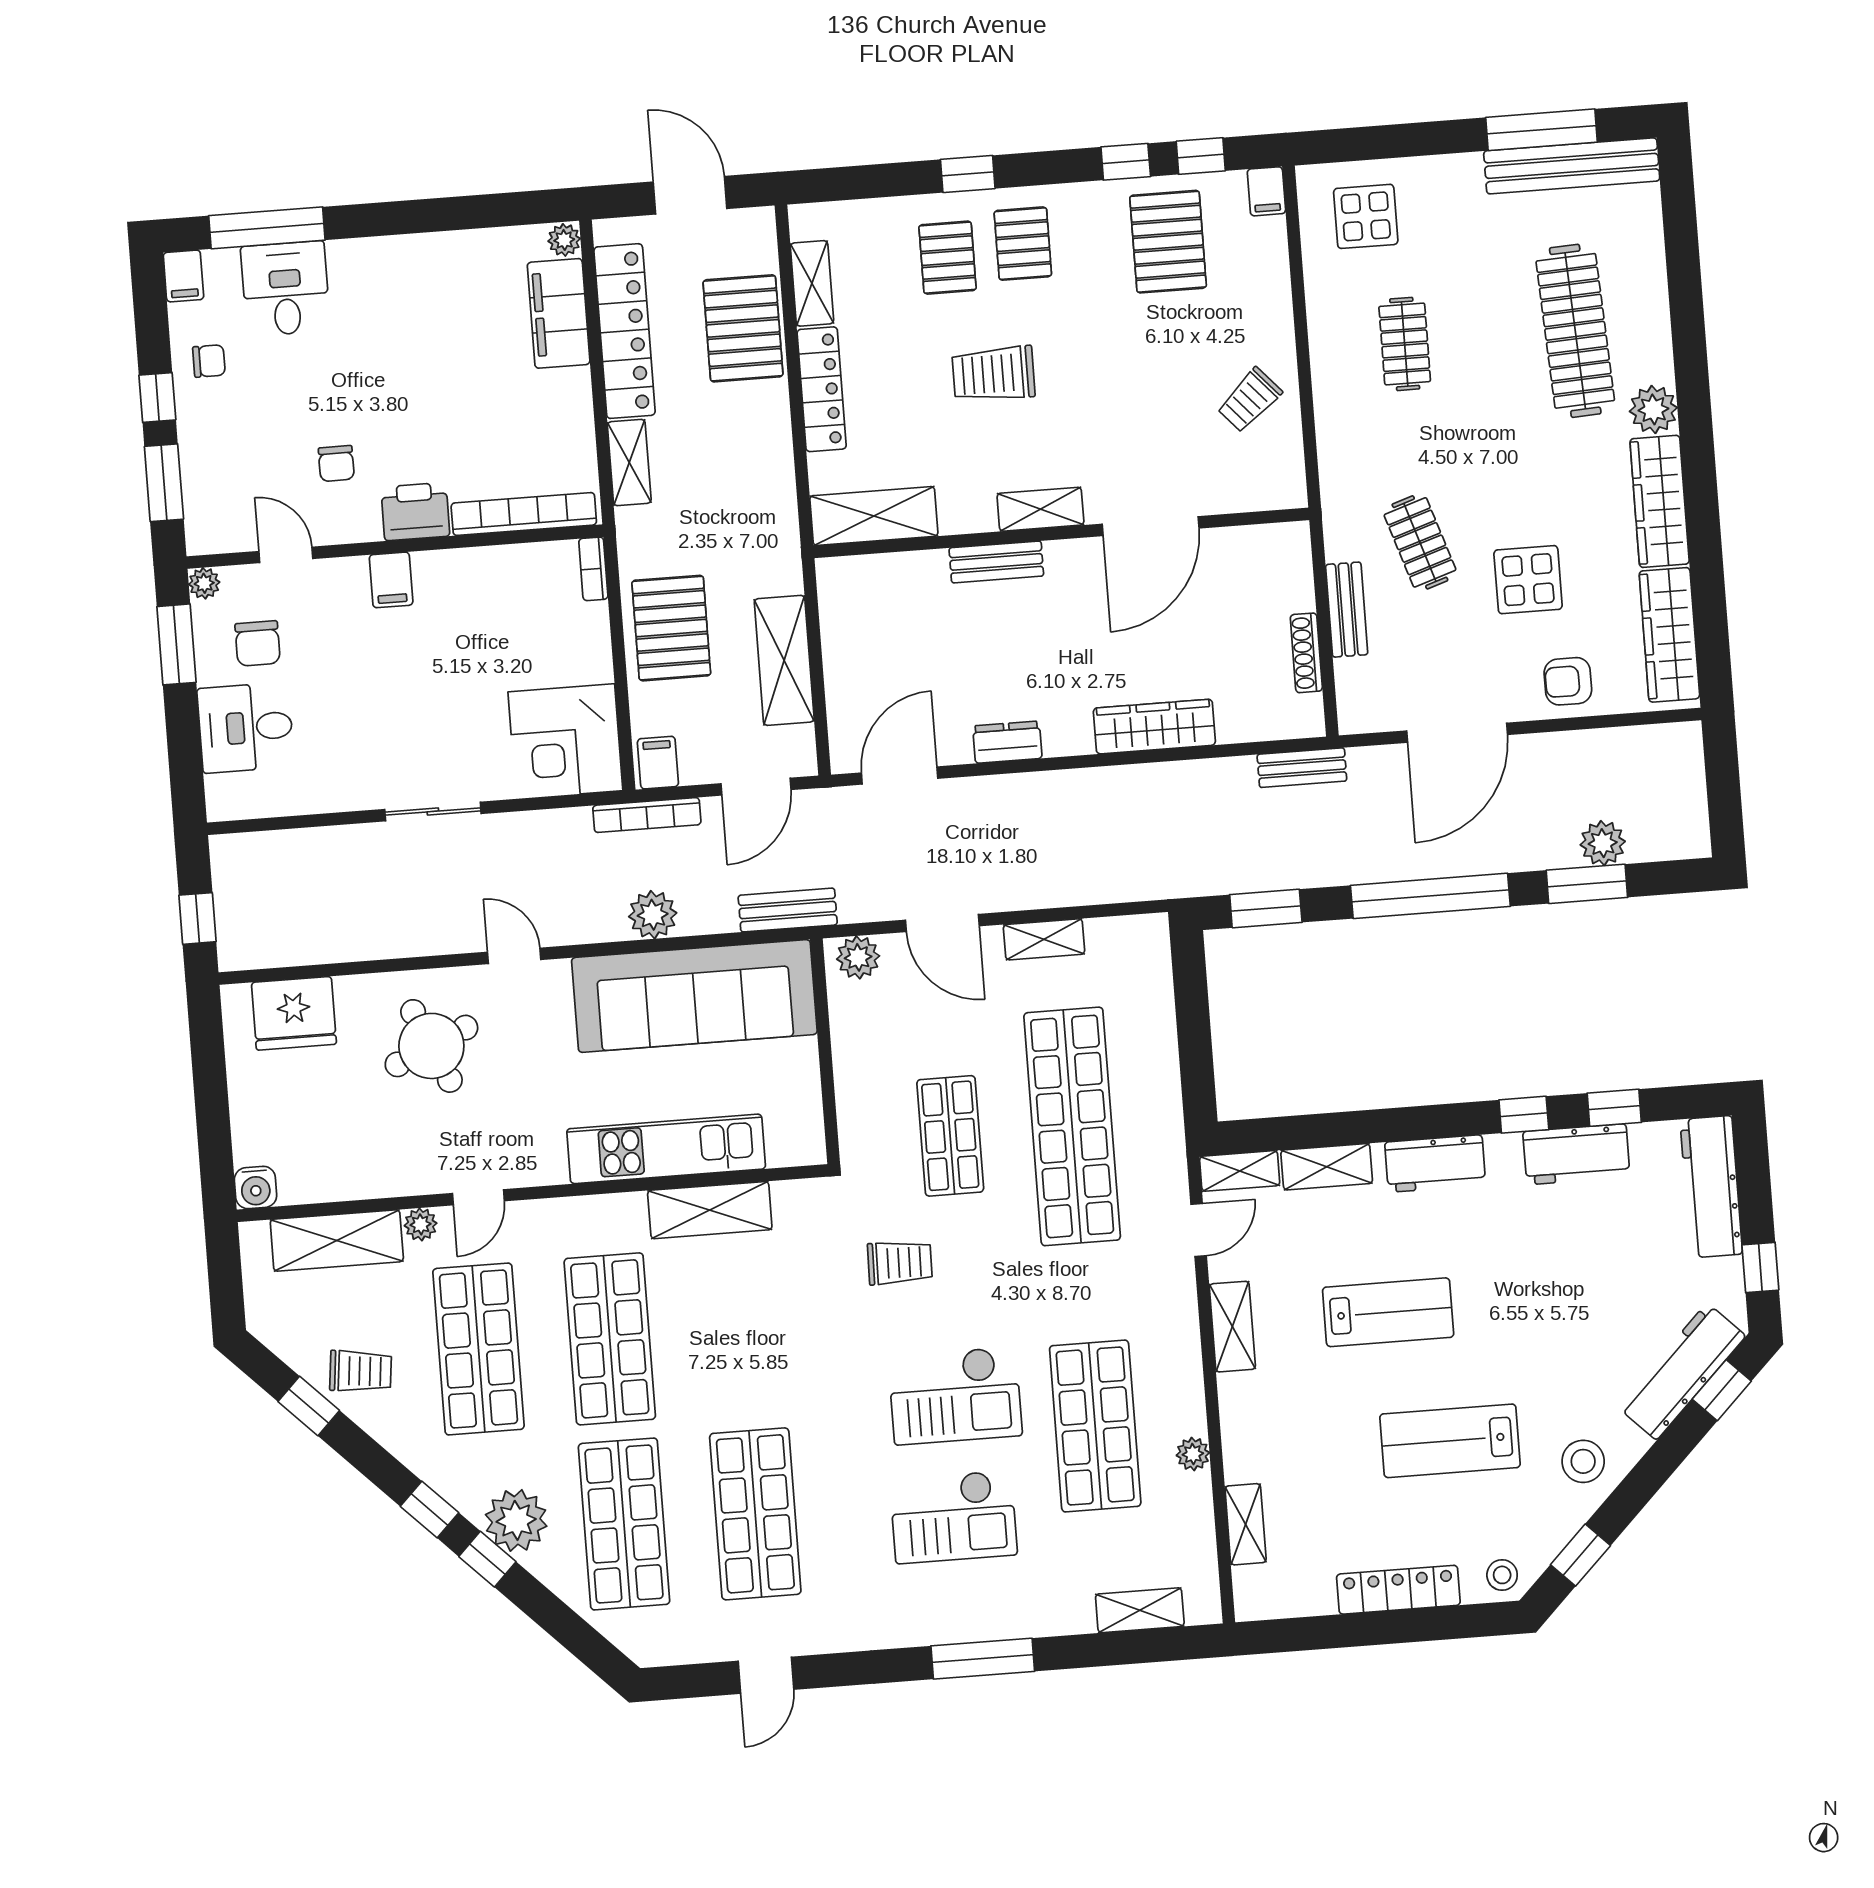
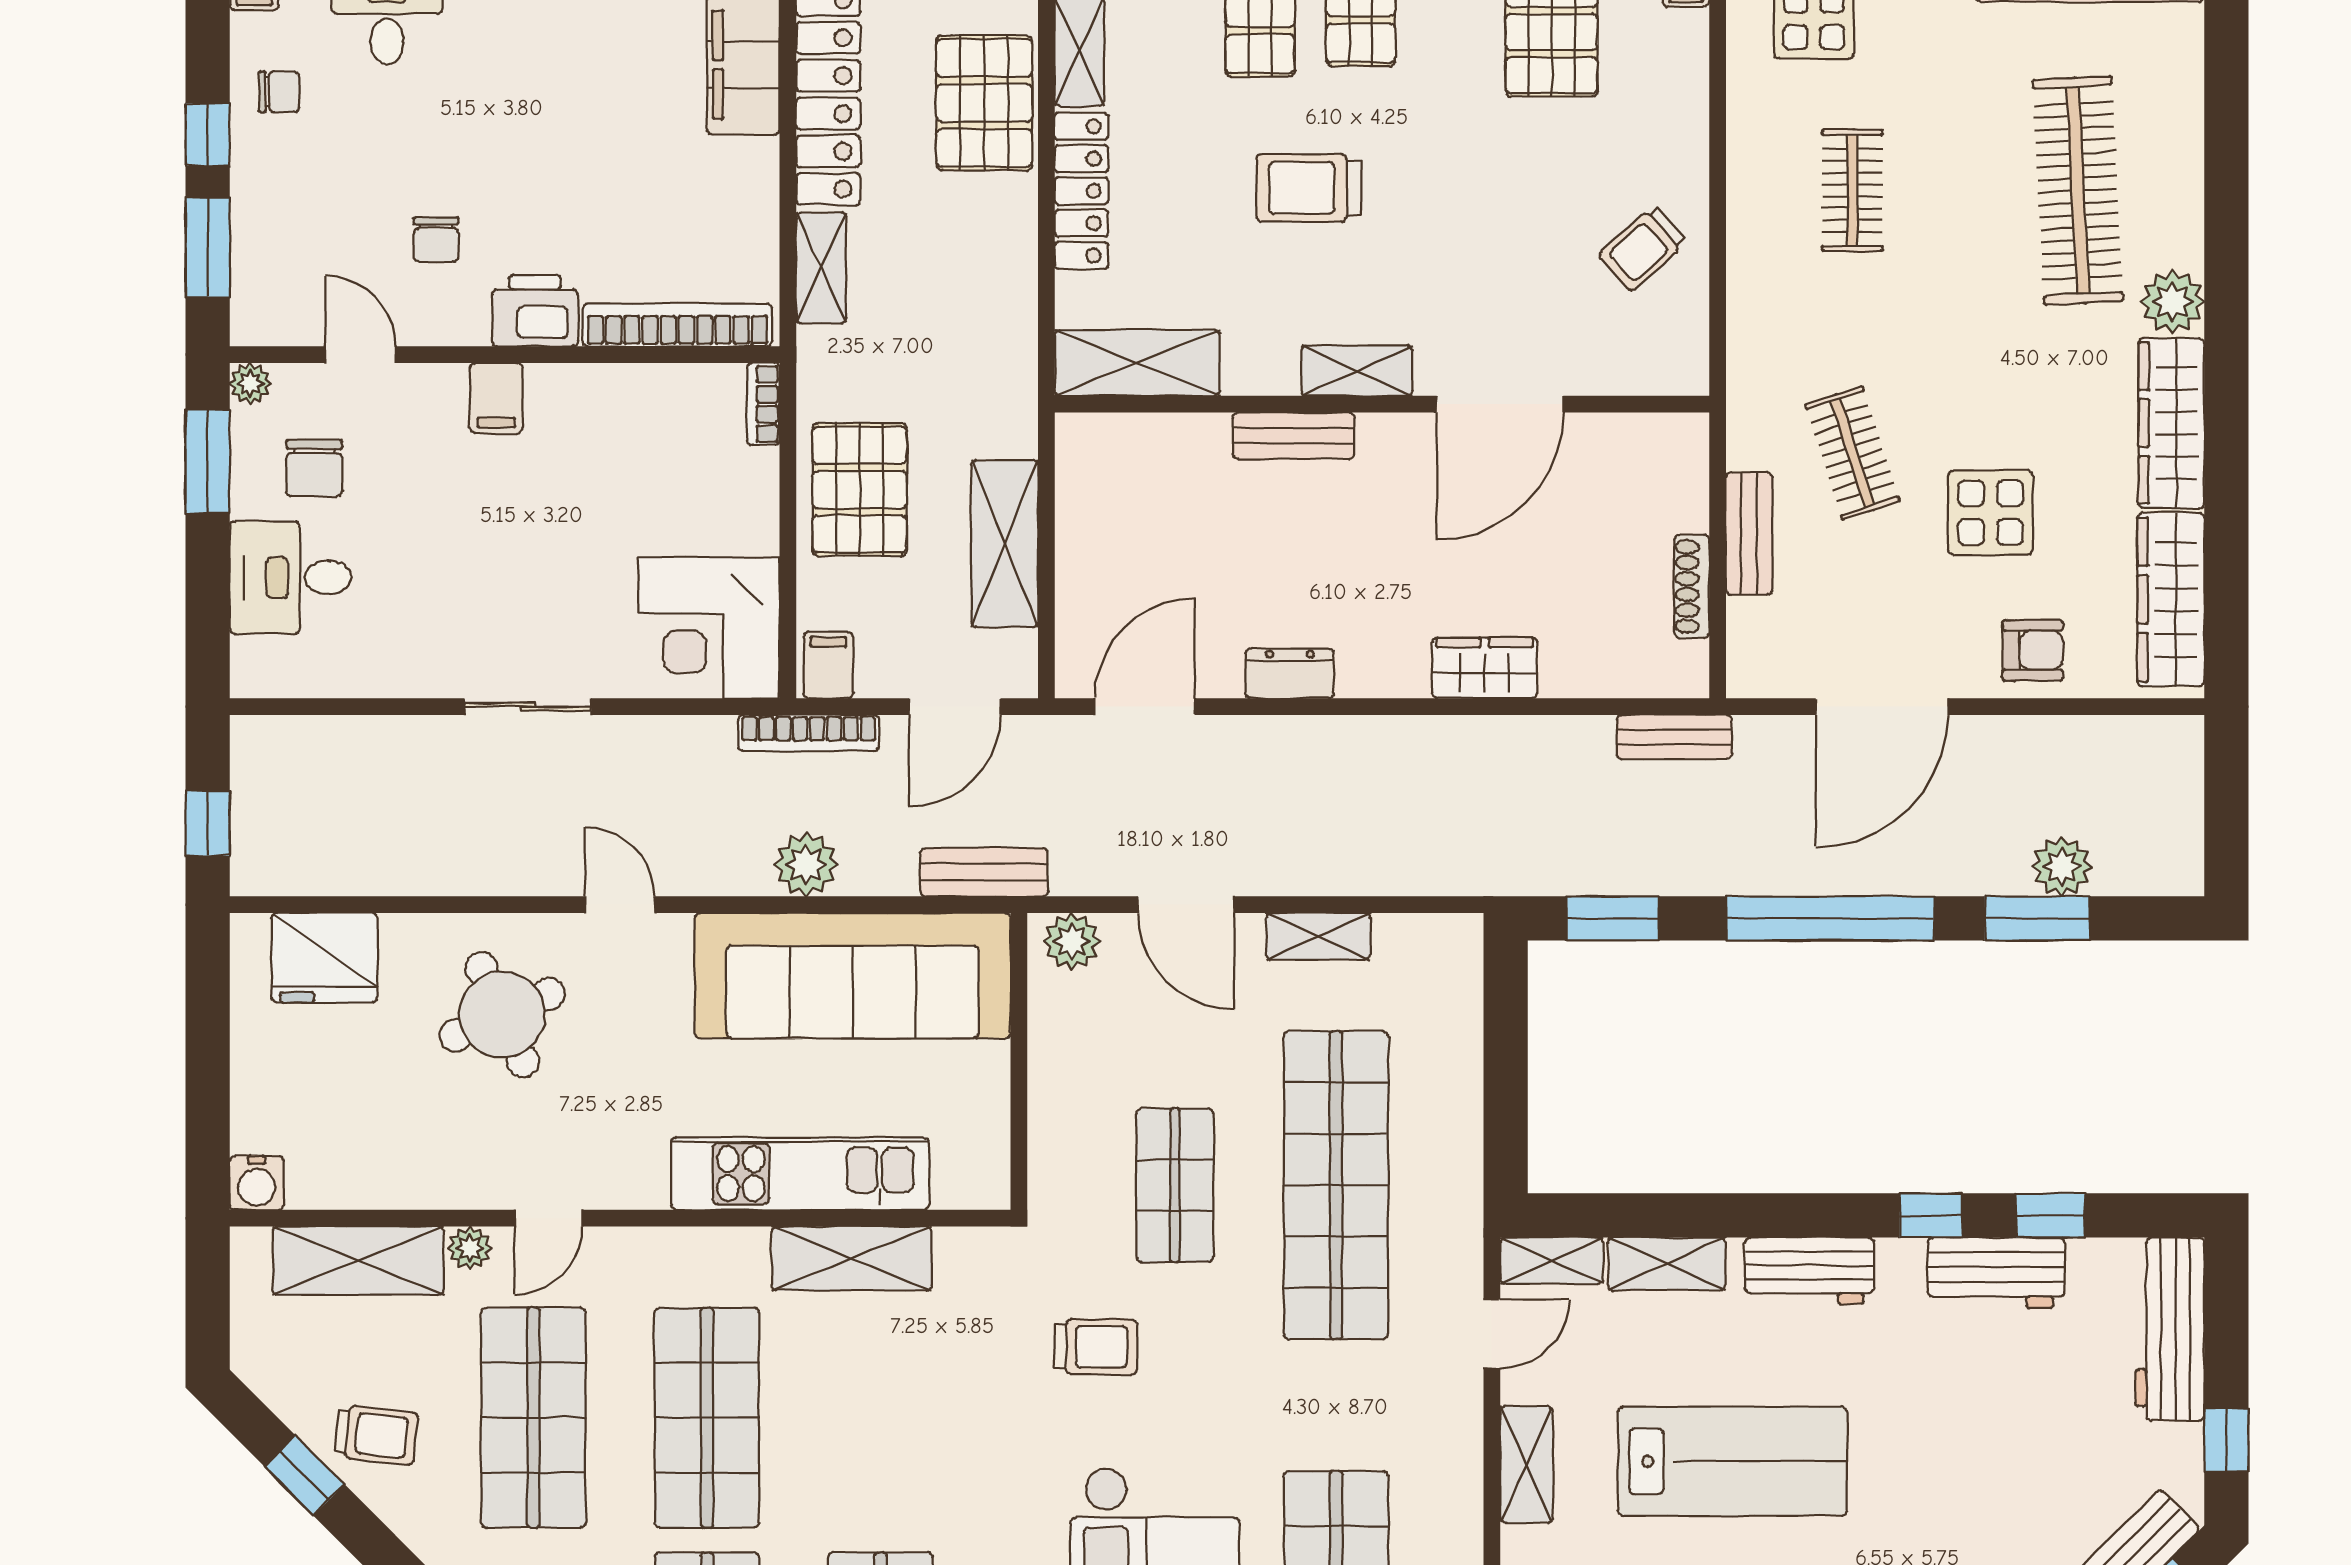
armchair: (1568, 681) -> (2033, 650), turned 180
wardrobe: (1154, 727) -> (1485, 668), width x0.67
lab bench: (1388, 1312) -> (1733, 1461), width x1.36, depth x1.39

